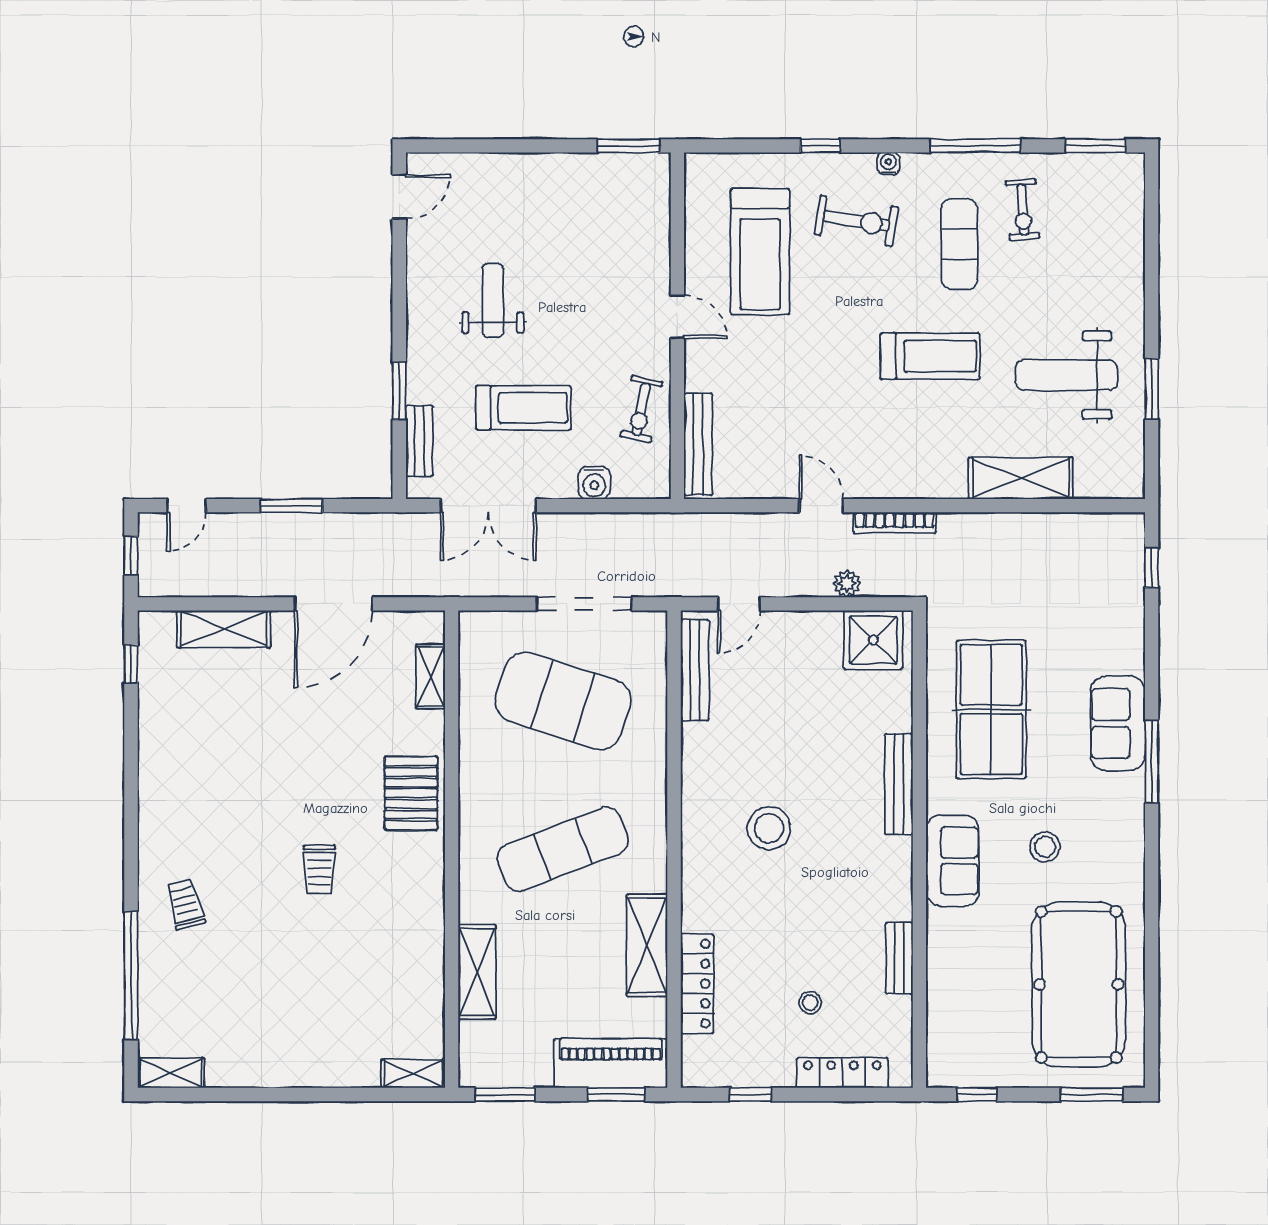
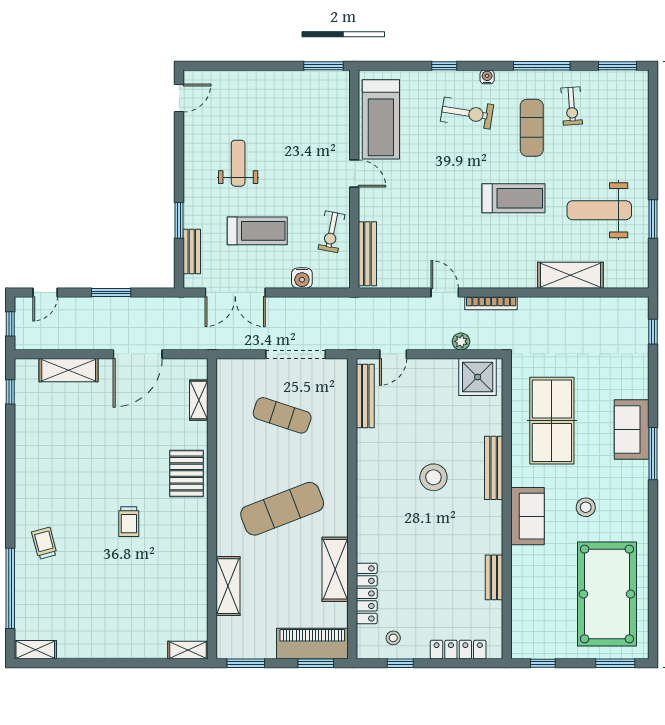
treadmill: (760, 252) -> (381, 119), moved
exercise mat: (563, 701) -> (282, 415), width x0.50, depth x0.69
stool: (769, 828) -> (433, 477), moved
stool: (810, 1003) -> (393, 638), moved

